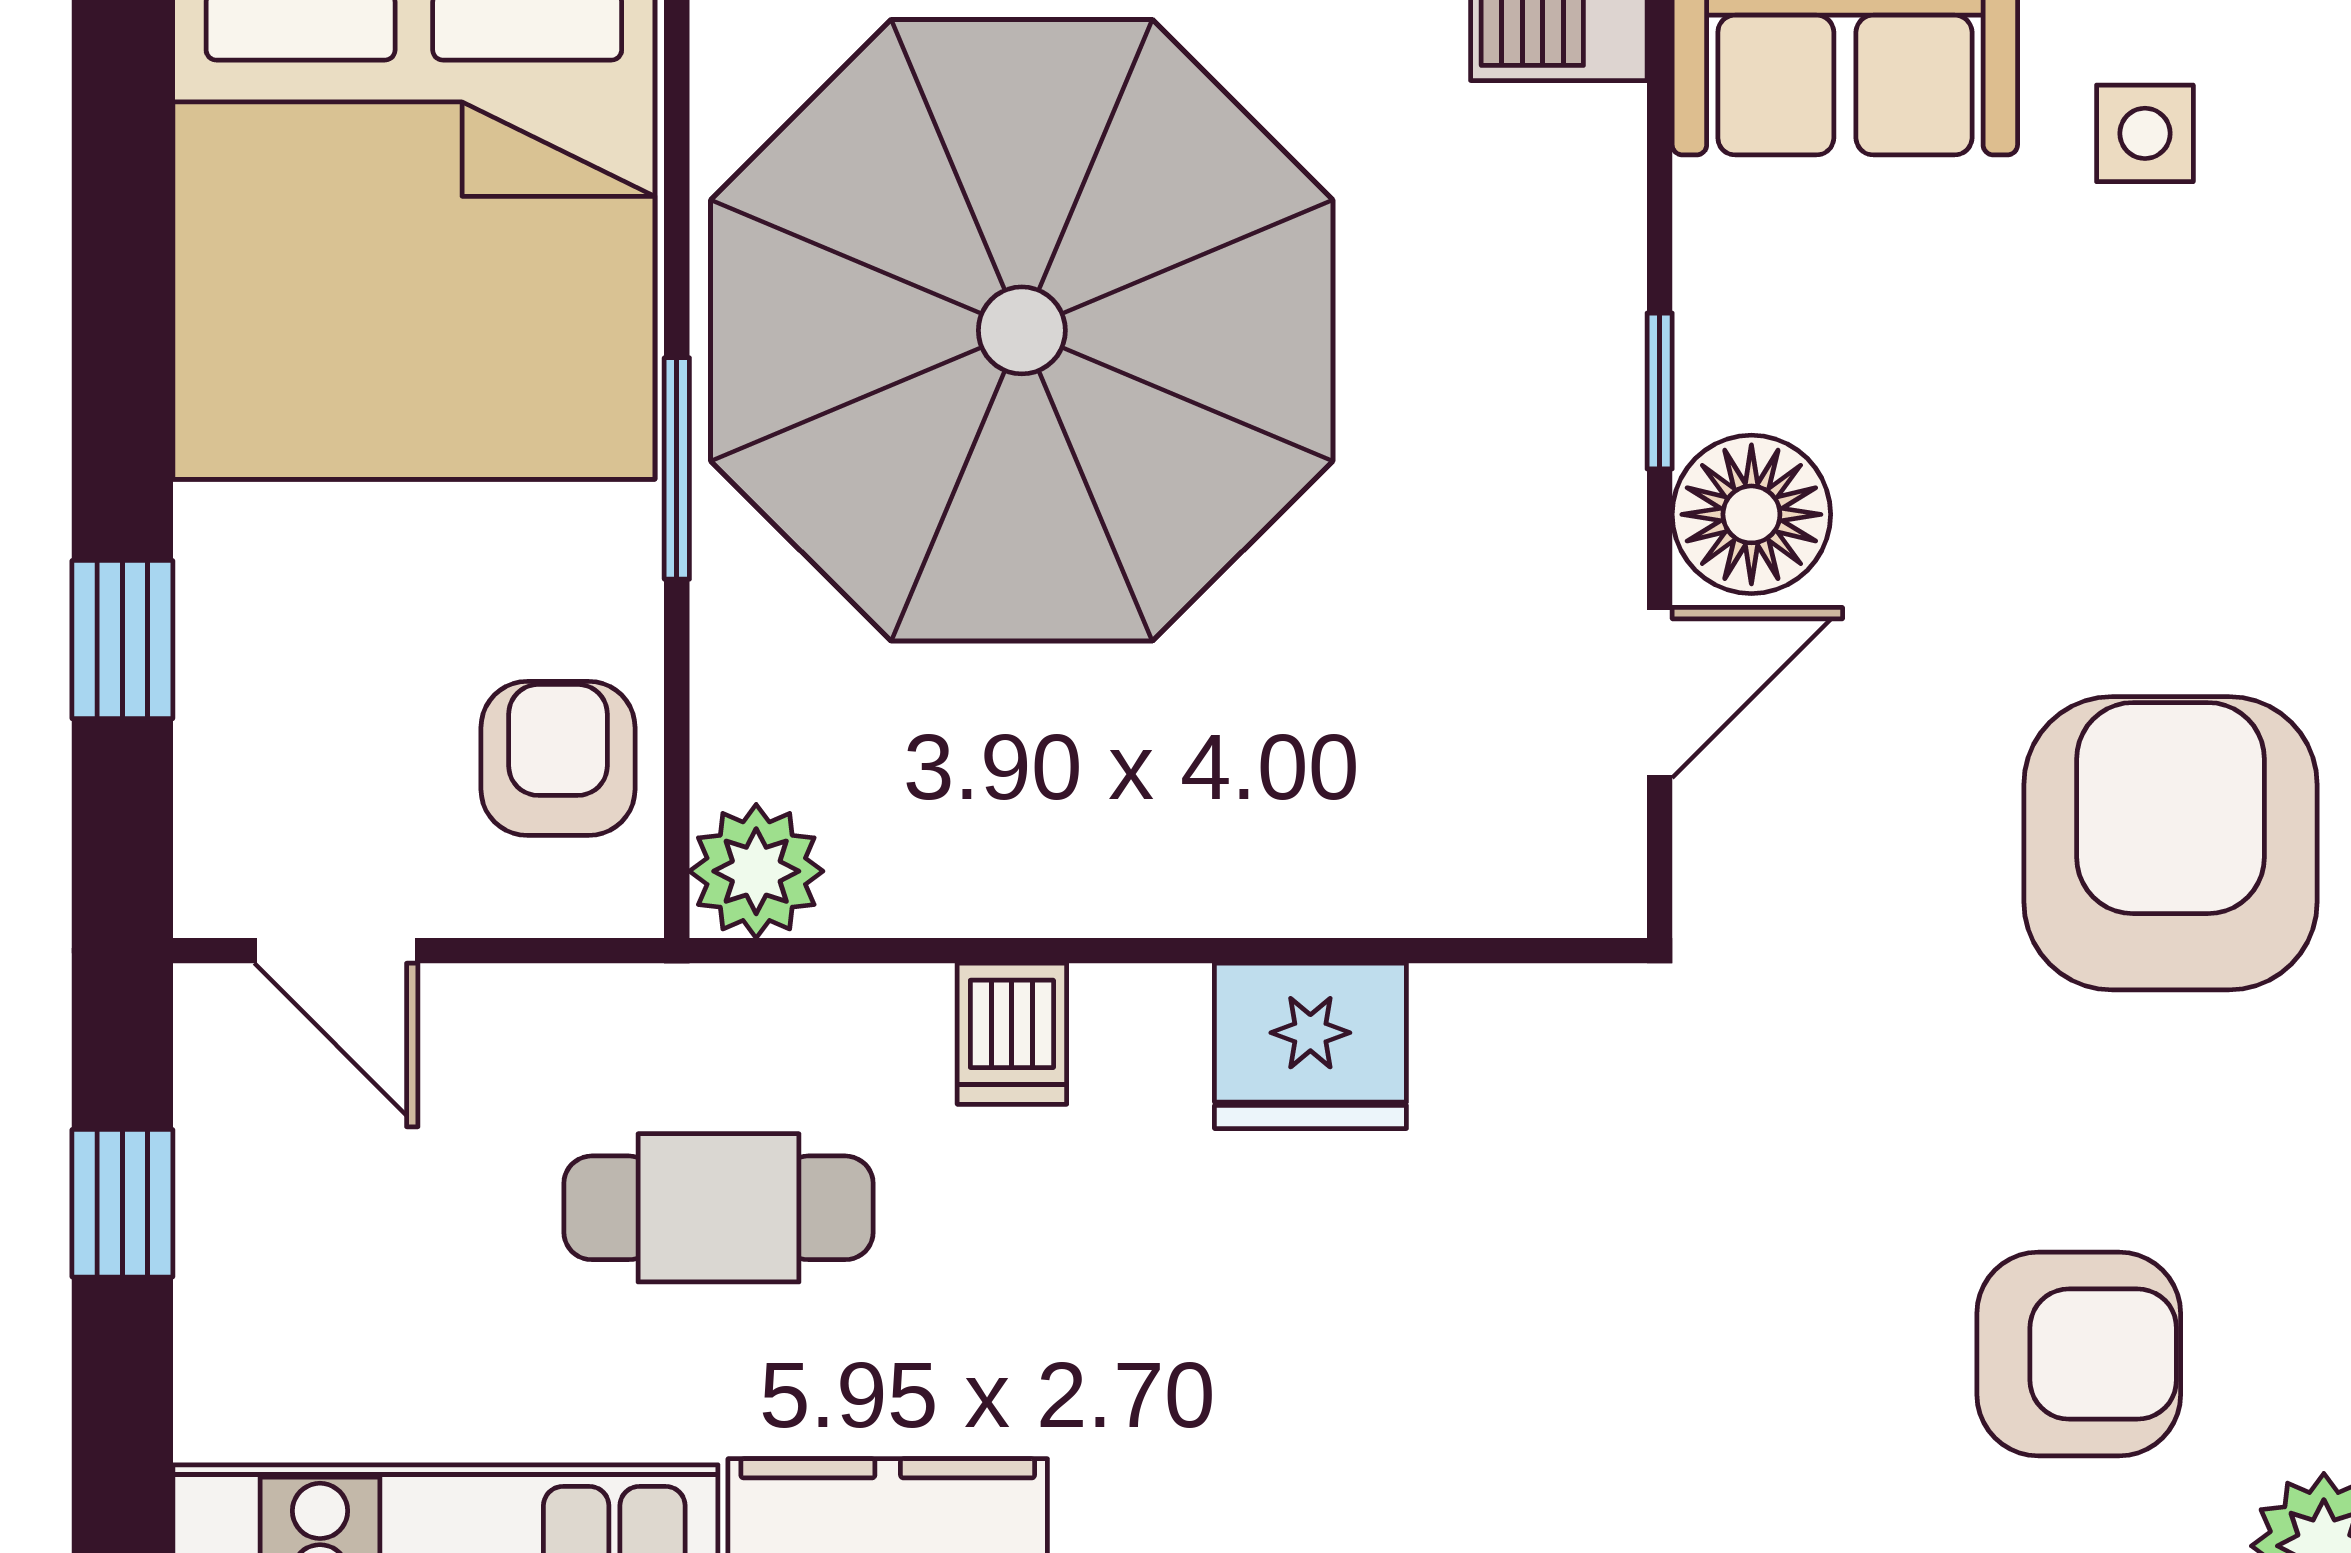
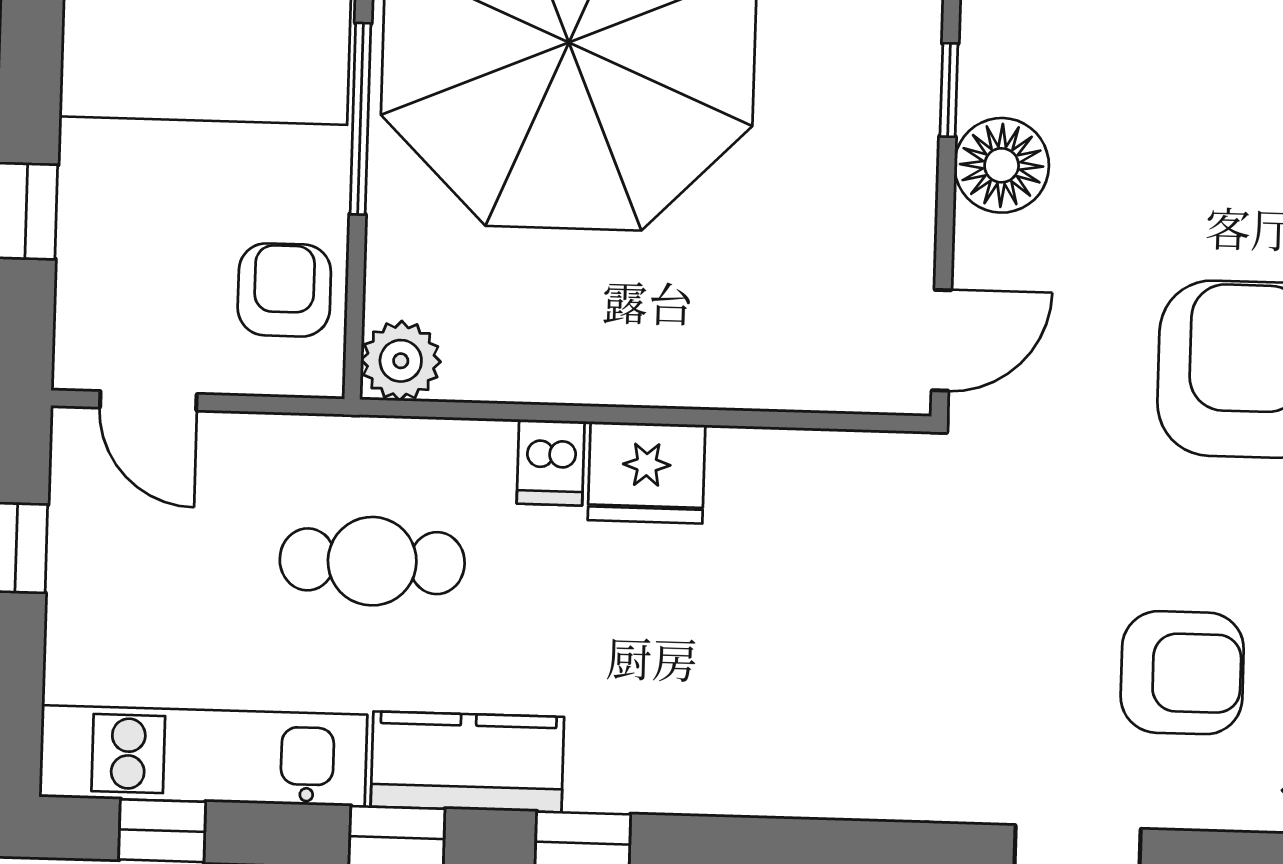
window: (677, 468) -> (360, 119), width x1.44
door: (1660, 693) -> (941, 340), moved
fridge: (1310, 1046) -> (646, 473), moved

